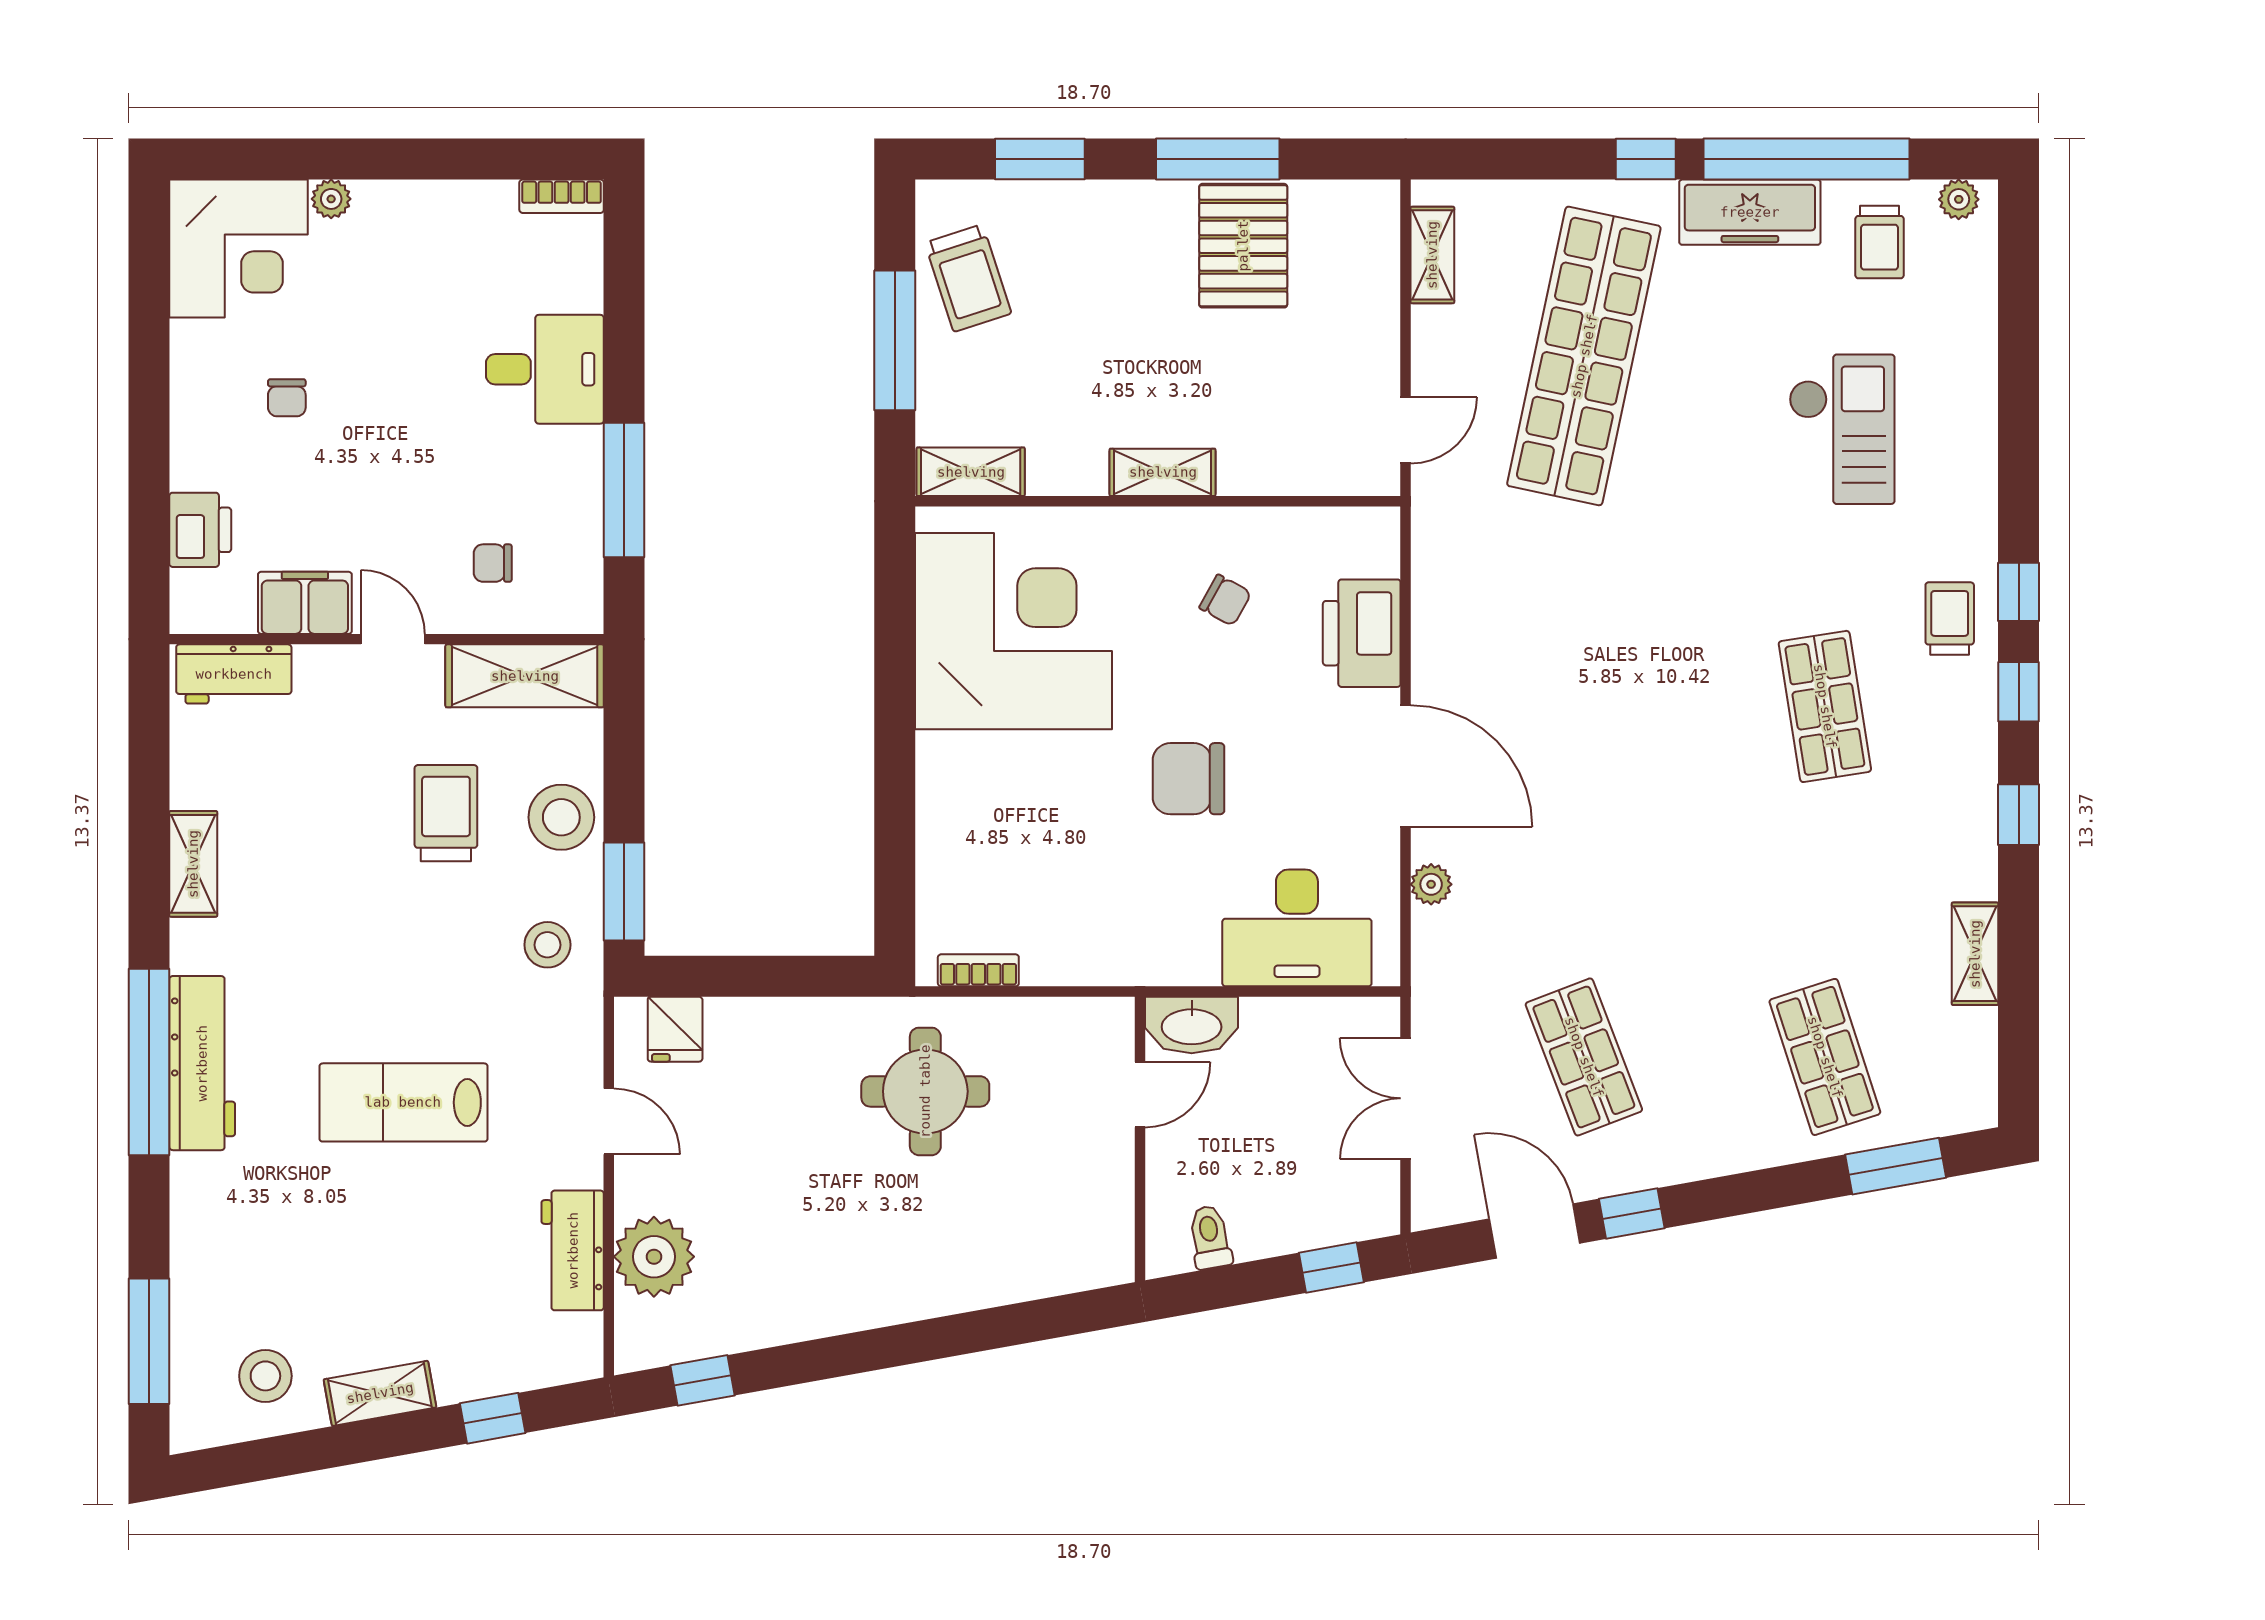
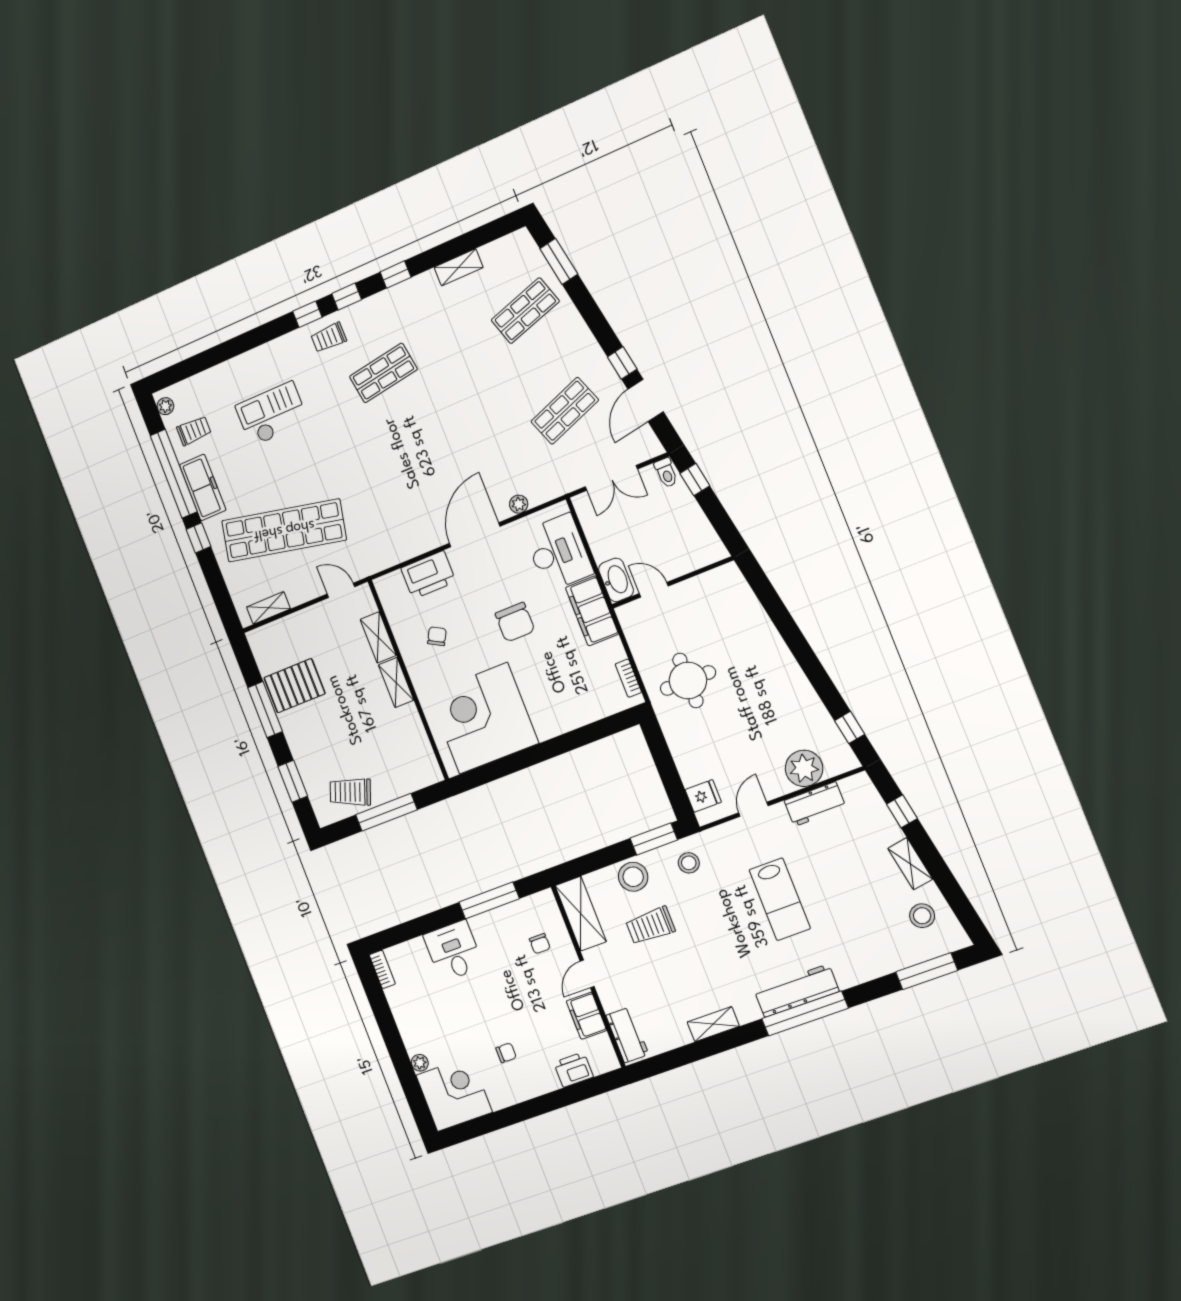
trolley: (968, 278) -> (350, 792), turned -141
shelving: (971, 472) -> (378, 637), moved
filing cabinet: (1148, 950) -> (592, 611), added
toilet: (1210, 1237) -> (666, 473), moved, turned -80

